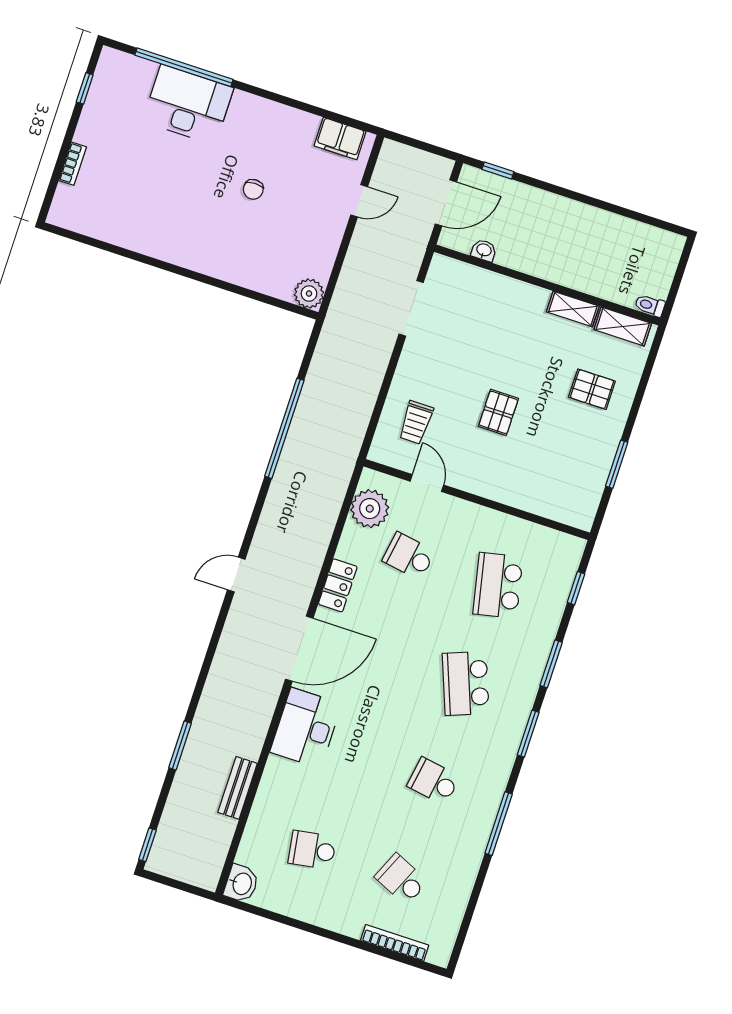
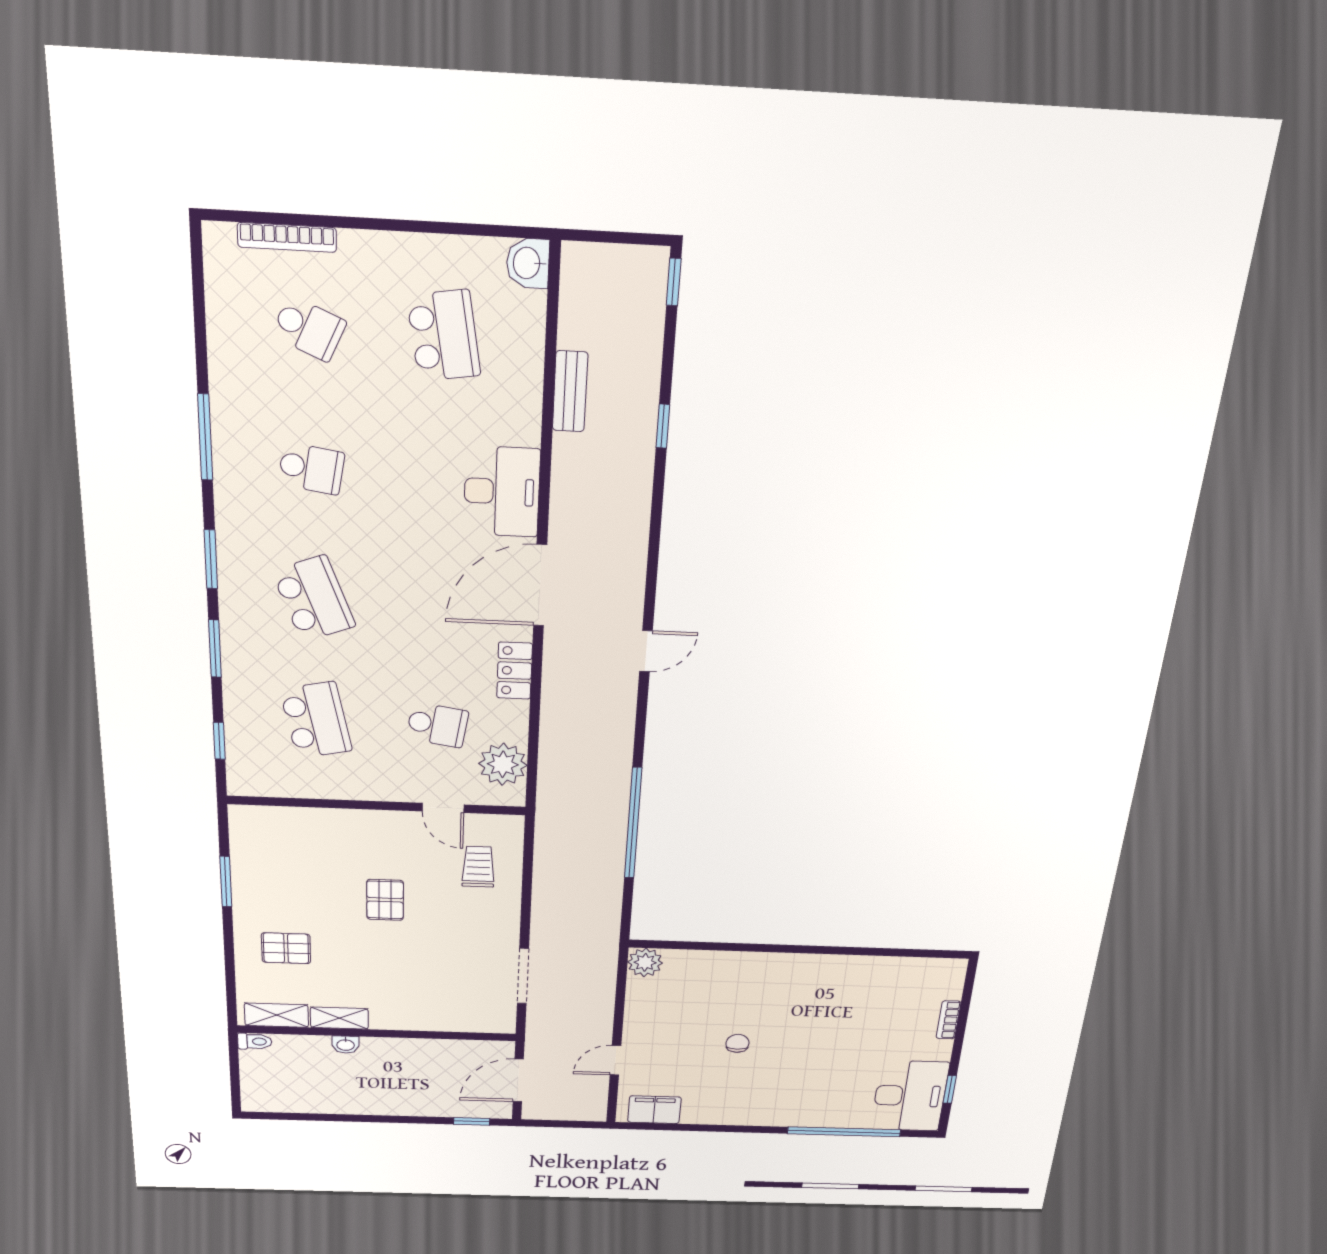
desk: (188, 105) -> (910, 1096), moved, turned -90
washbasin: (484, 250) -> (346, 1045), moved
window: (180, 745) -> (663, 426), width x0.67
school desk: (312, 850) -> (444, 336), width x1.85

